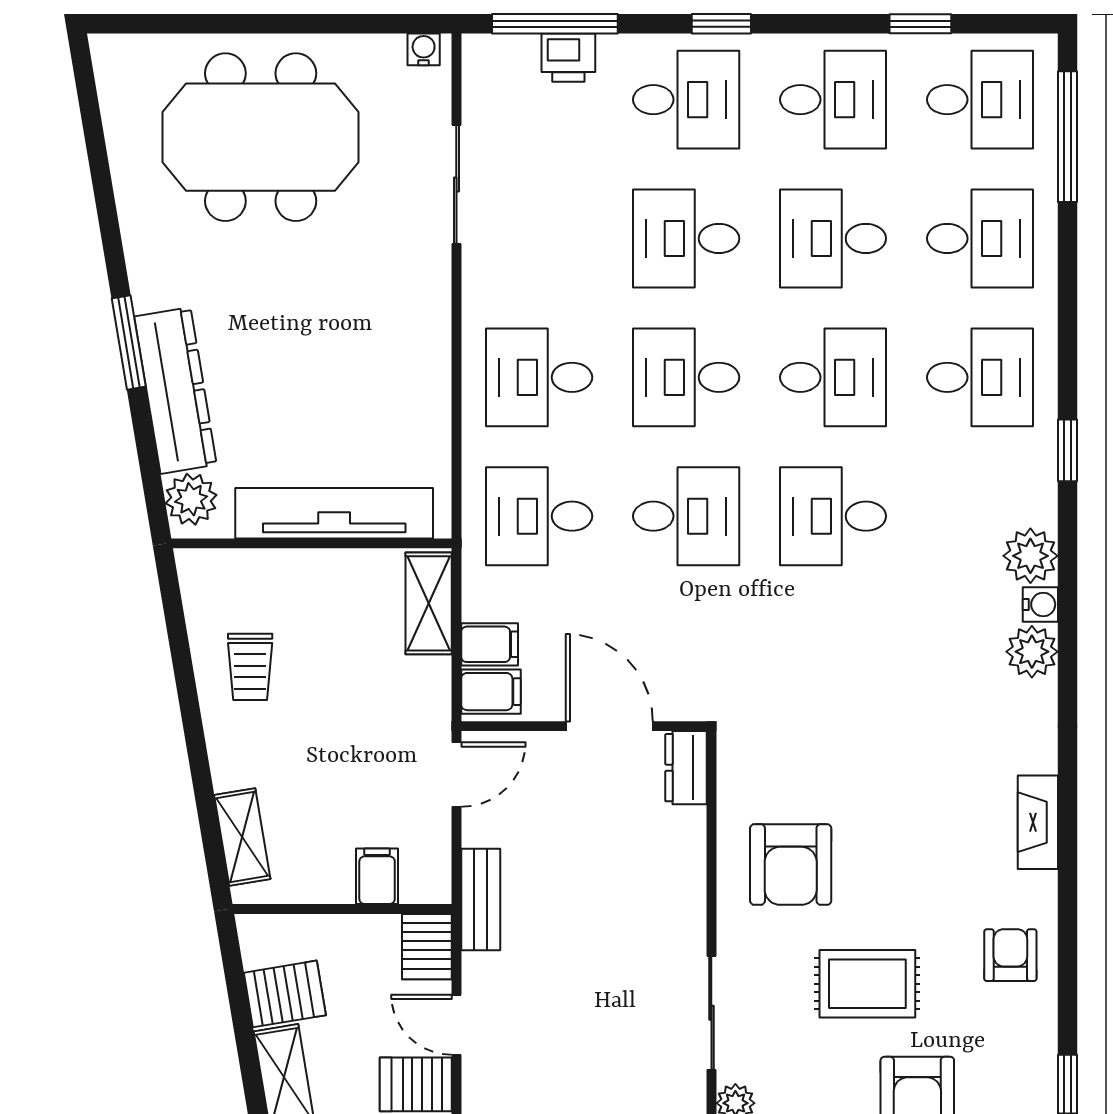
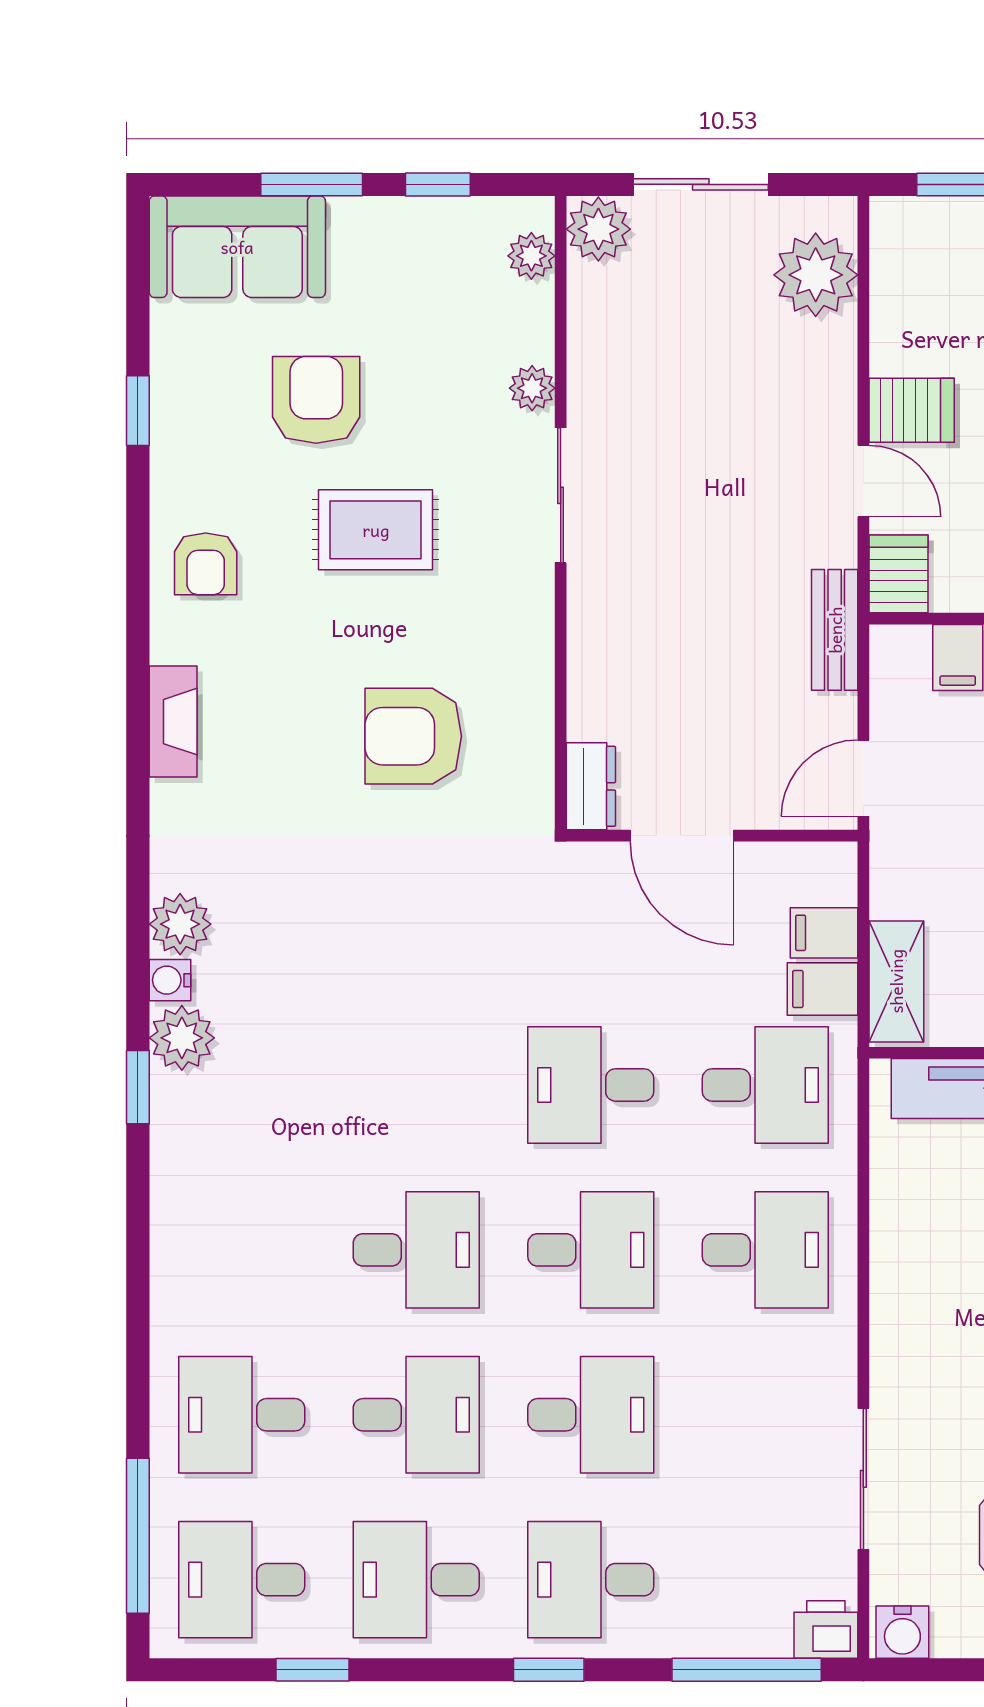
water cooler: (424, 49) -> (902, 1632), width x1.38, depth x1.38
printer: (568, 58) -> (826, 1629), moved
desk: (833, 377) -> (416, 1250), turned 180
desk: (980, 377) -> (242, 1250), removed
window: (1067, 450) -> (138, 1087), moved
desk: (833, 516) -> (416, 1085), removed
filing cabinet: (491, 692) -> (822, 989), moved
armchair: (791, 865) -> (413, 736), moved, turned -90

